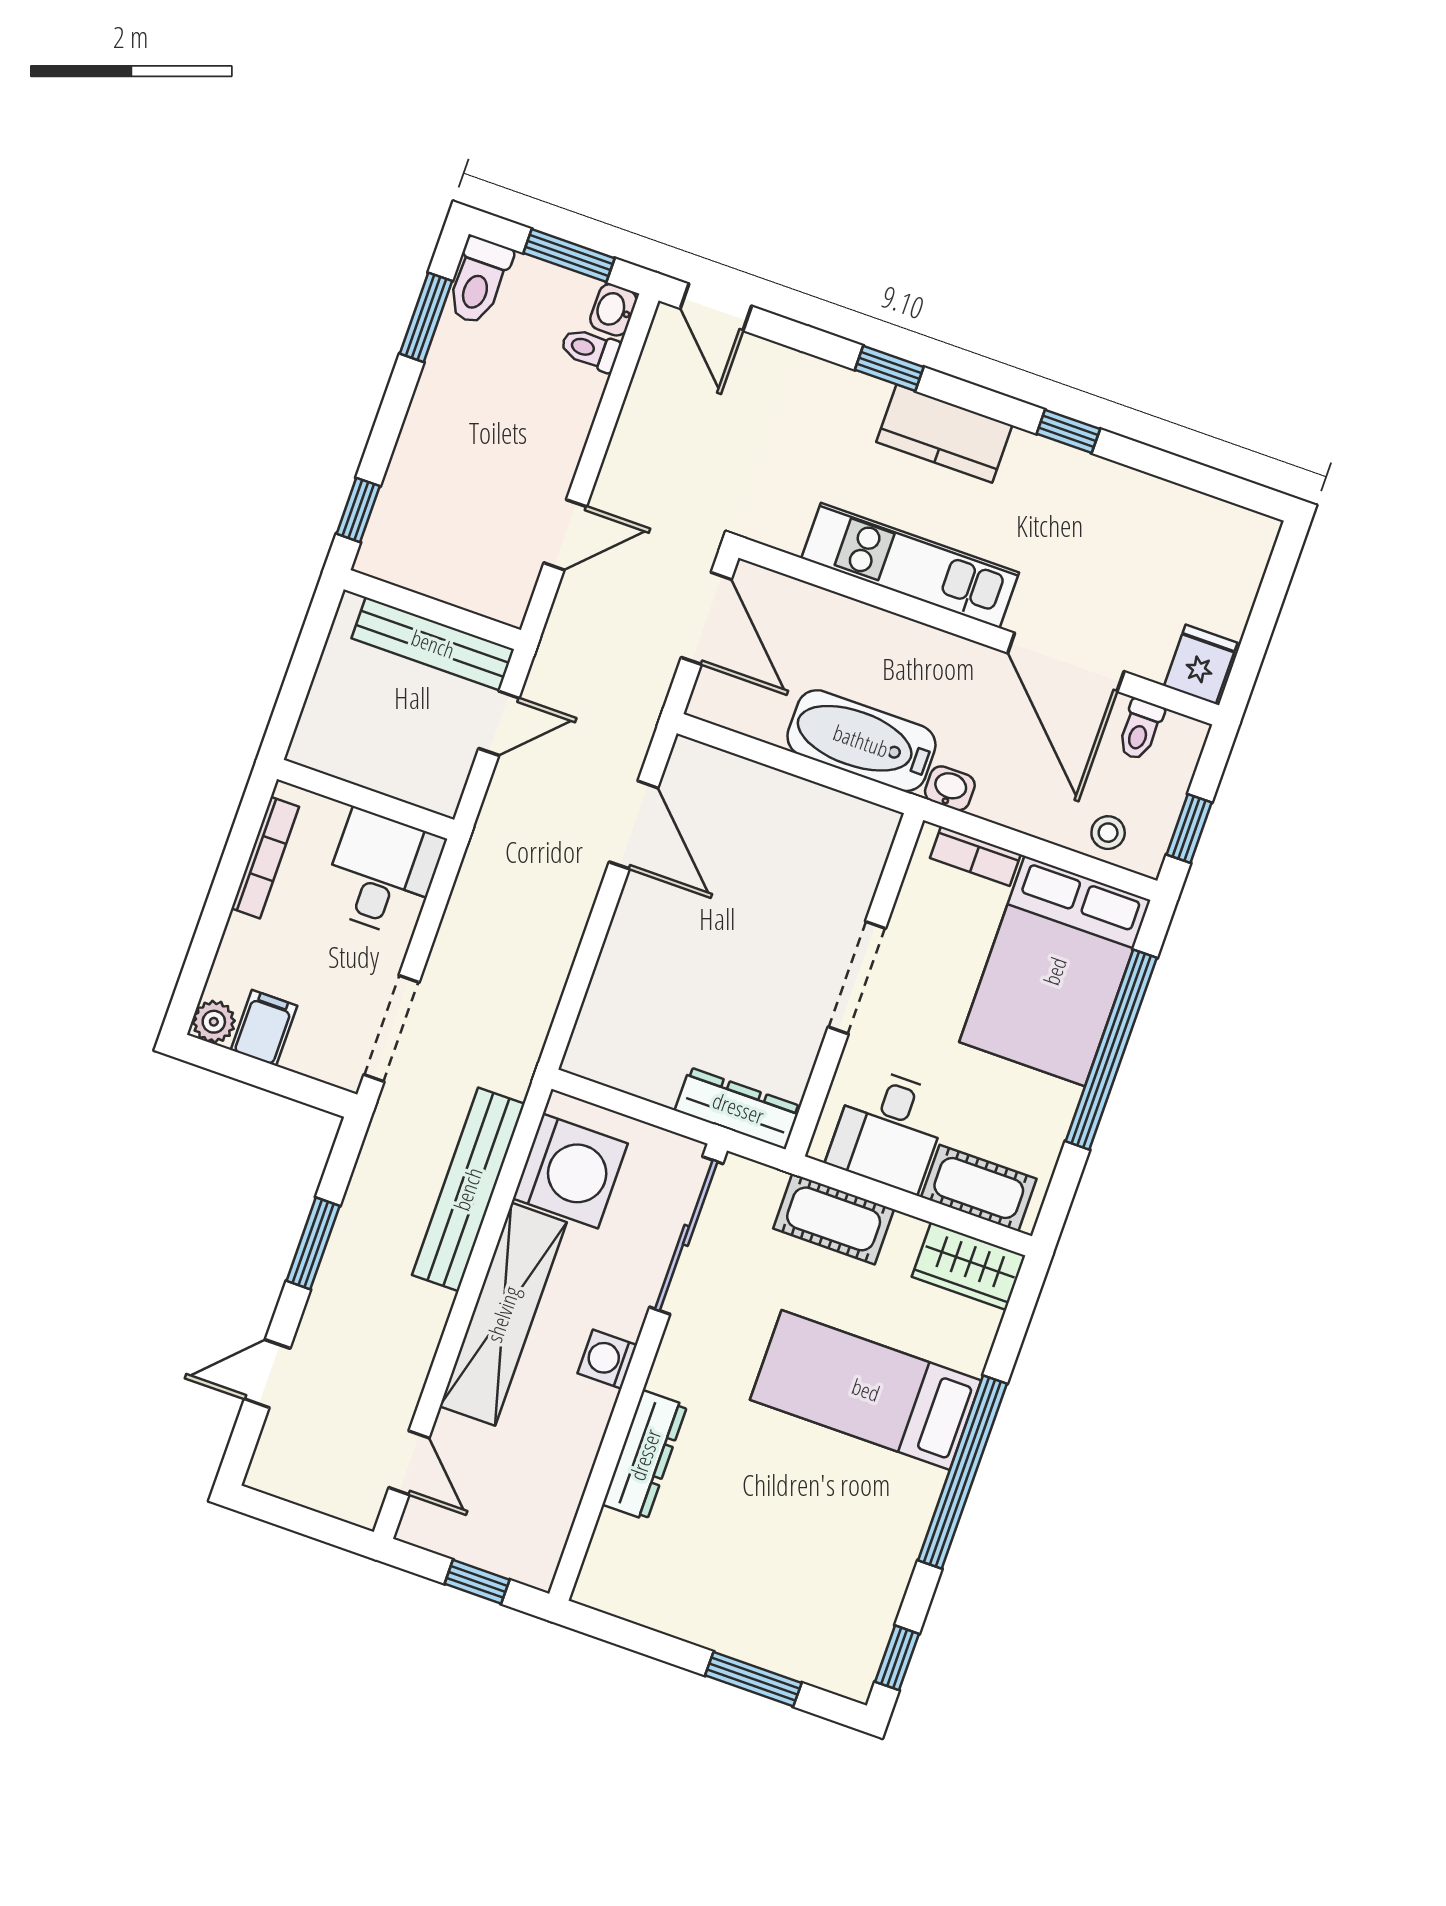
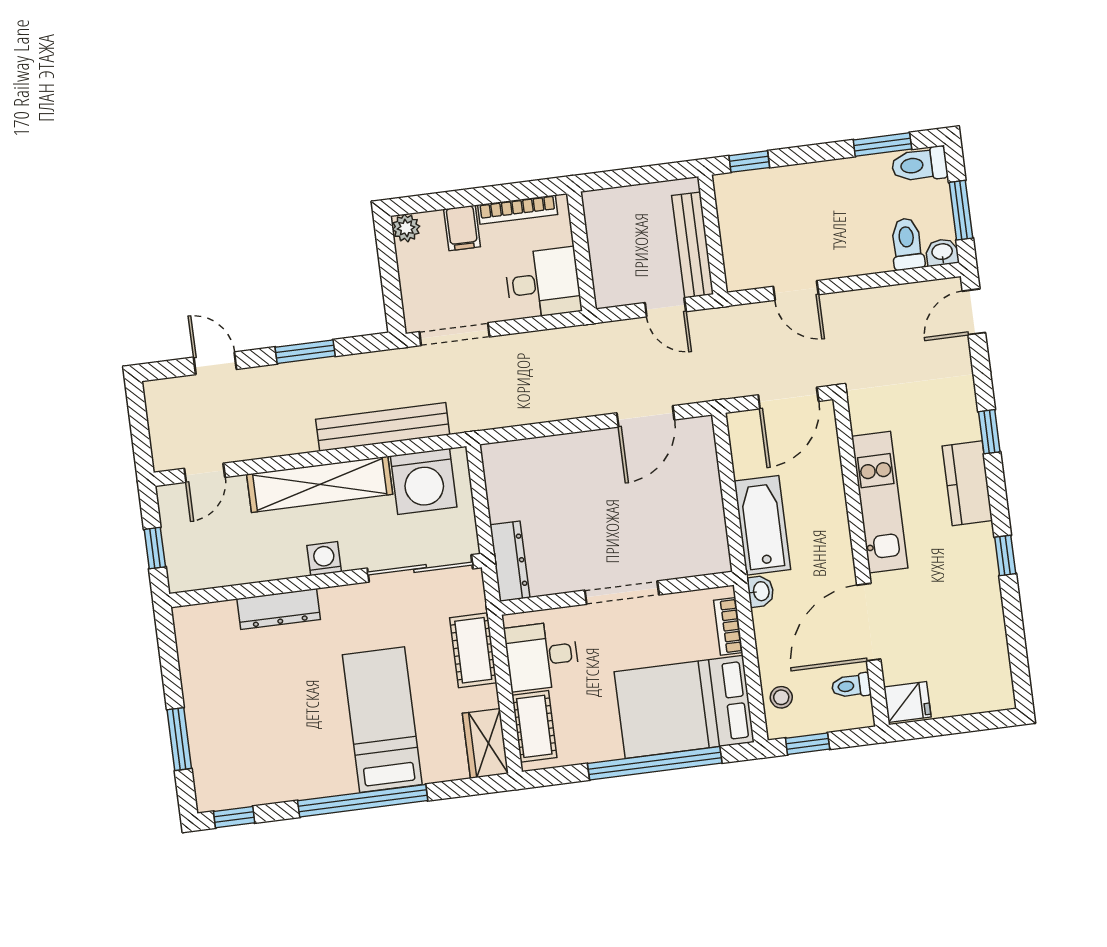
toilet: (590, 349) -> (907, 244), width x1.37, depth x1.39
filing cabinet: (264, 1028) -> (462, 228), moved, turned 90

